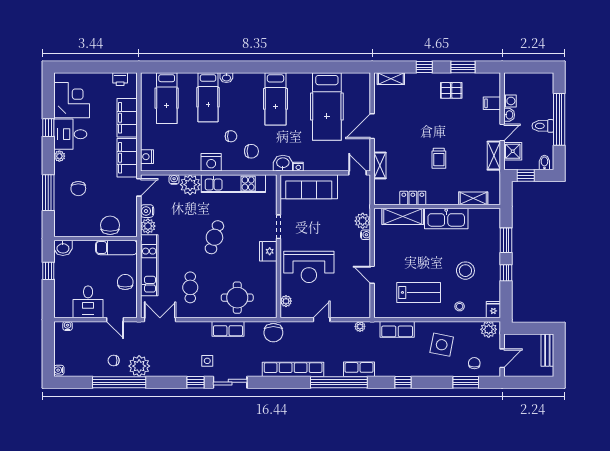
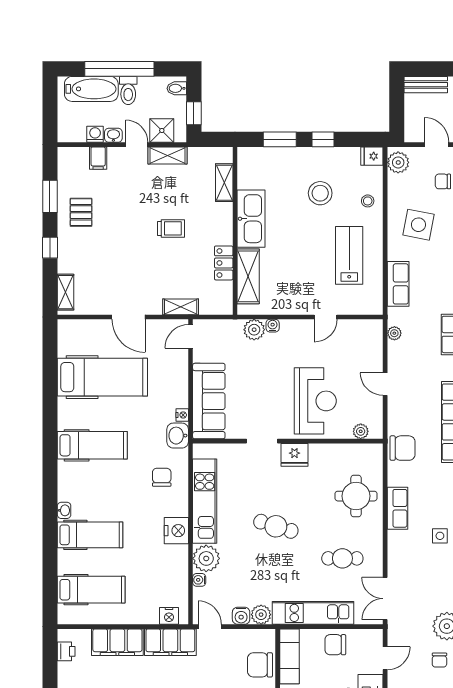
bathtub: (544, 98) -> (91, 89), added
chair: (231, 136) -> (142, 504), removed

